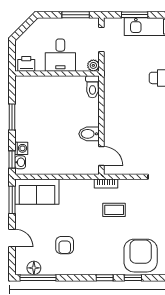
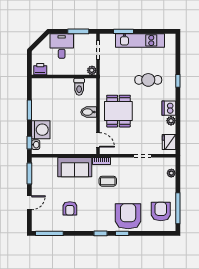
desk: (60, 55) -> (62, 46), moved, turned 180
toilet: (92, 87) -> (79, 87), moved
dining table: (128, 118) -> (118, 111), added
bidet: (89, 134) -> (89, 112), moved
washing machine: (21, 148) -> (41, 130), width x1.89, depth x1.89
sofa: (37, 192) -> (75, 167), moved
door: (12, 238) -> (29, 203), hinge flipped
floor lamp: (34, 268) -> (46, 226), removed

